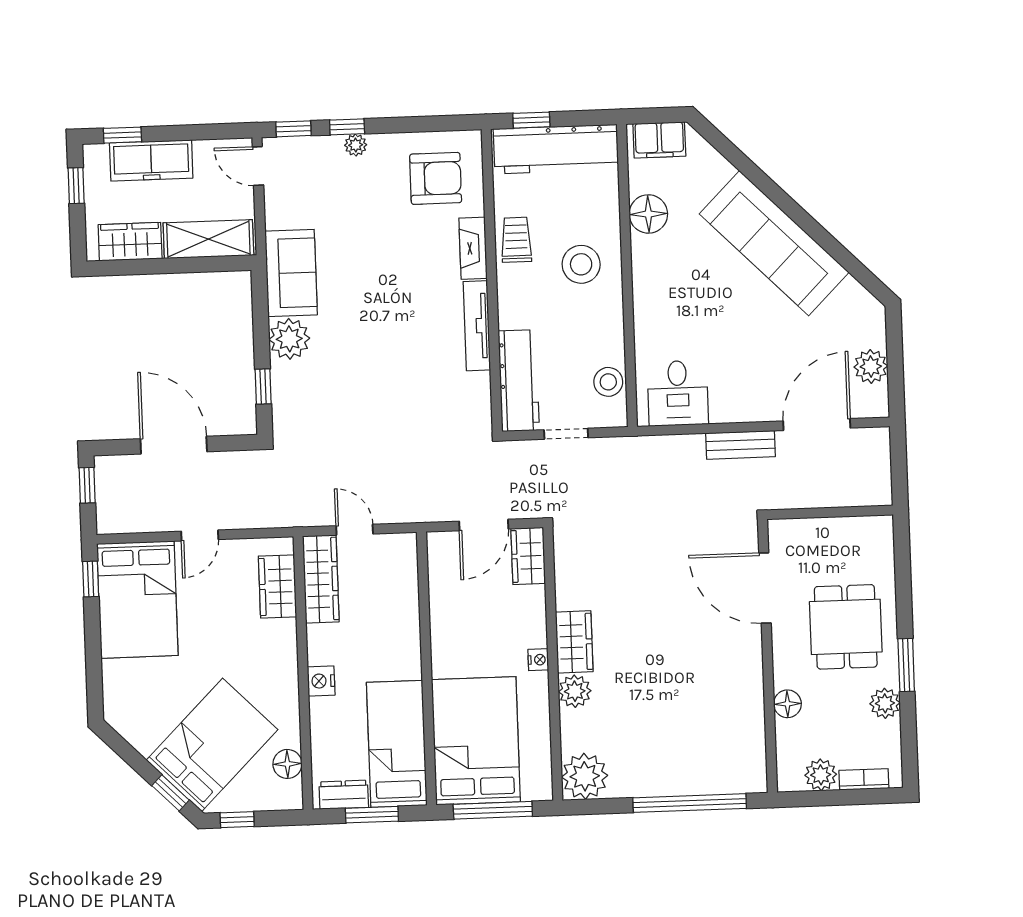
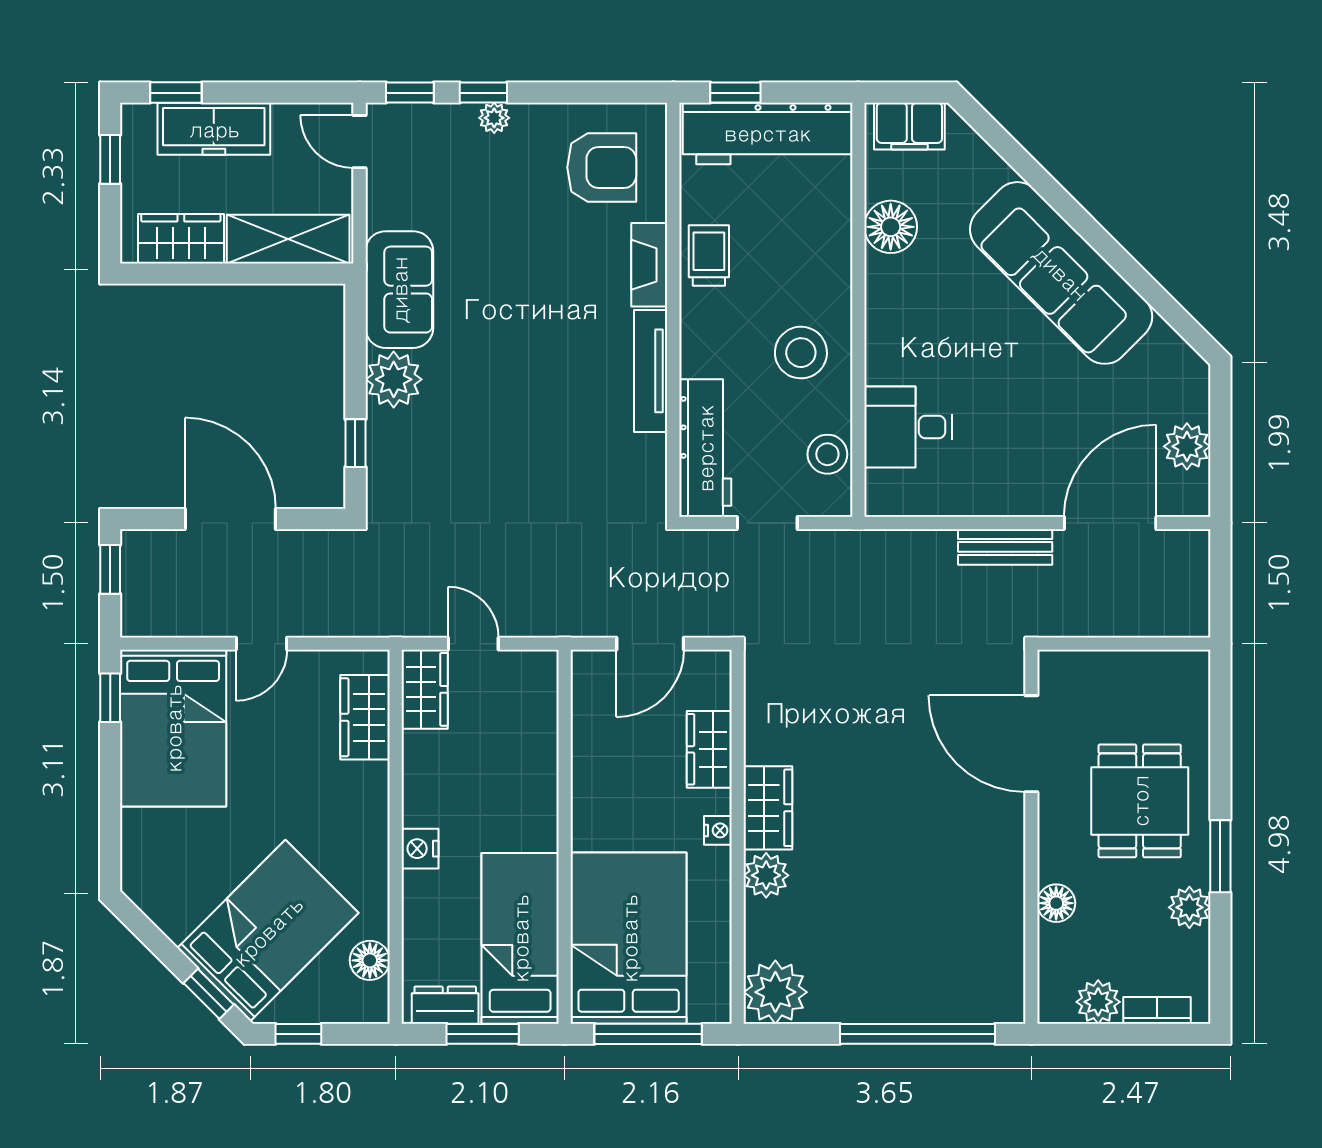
stool: (581, 264) -> (801, 353), moved
desk: (678, 393) -> (908, 427), moved, turned 90
wardrobe: (528, 556) -> (709, 749), moved
wardrobe: (321, 579) -> (425, 689), width x0.67

